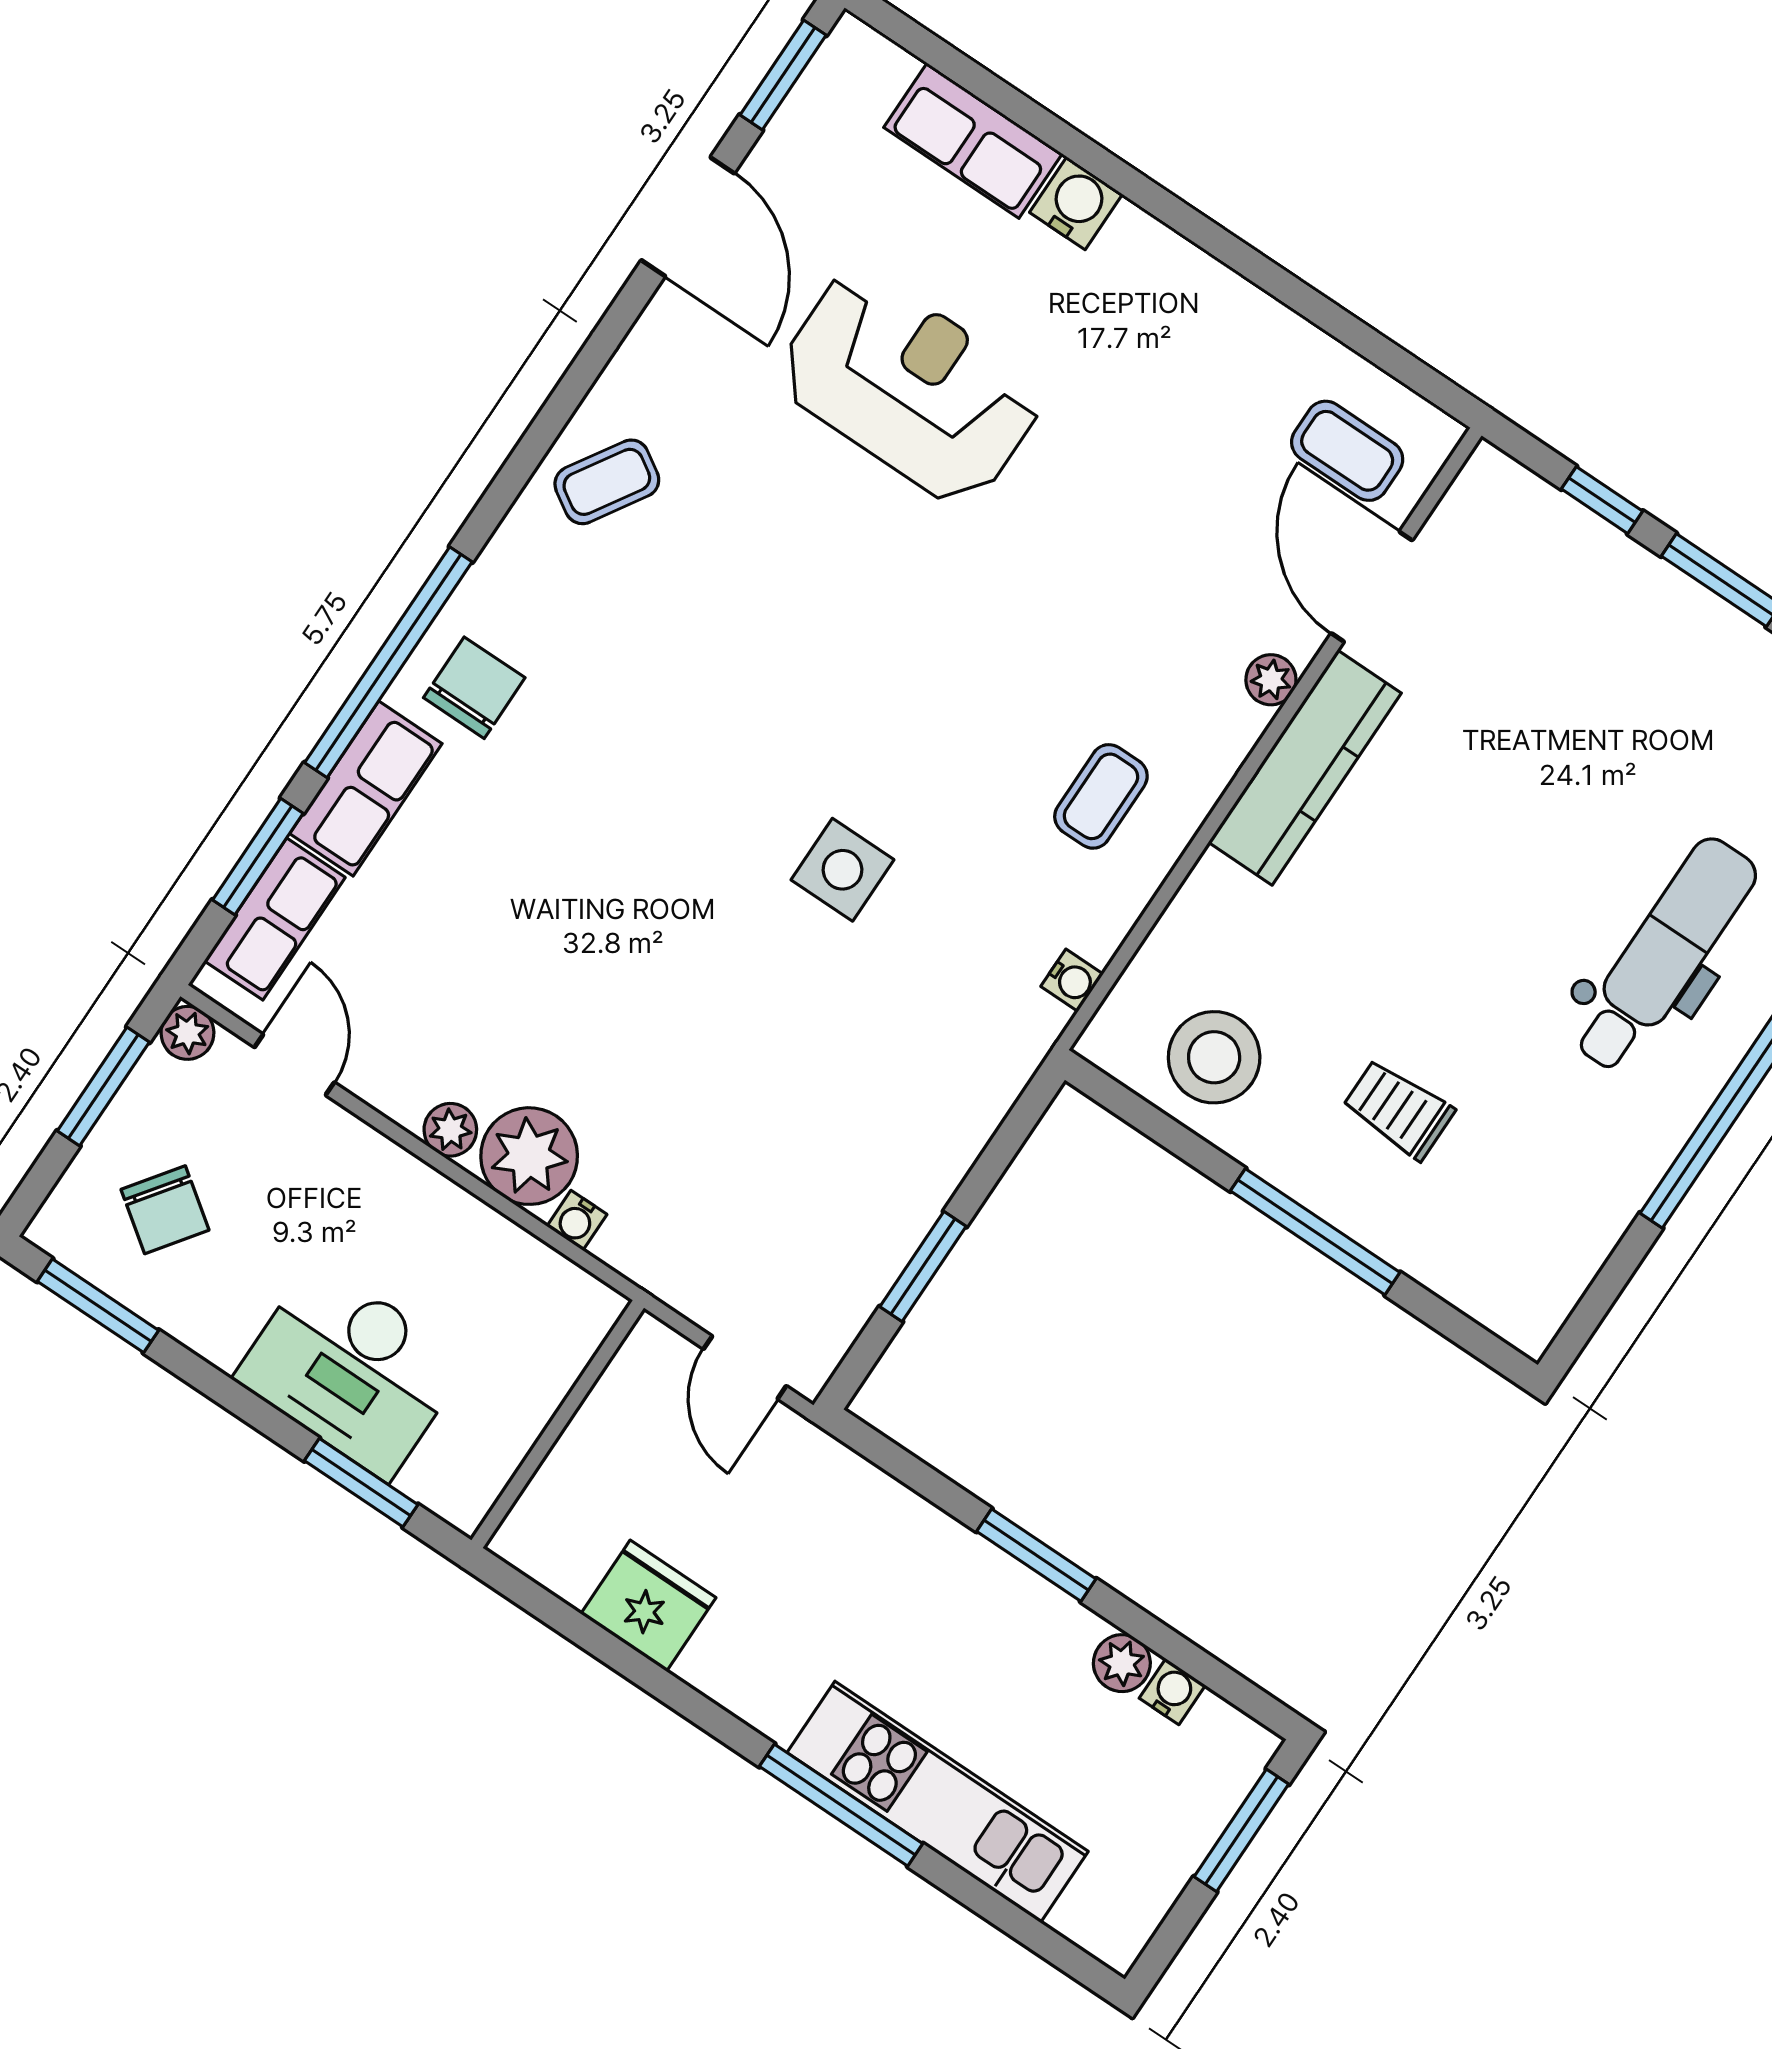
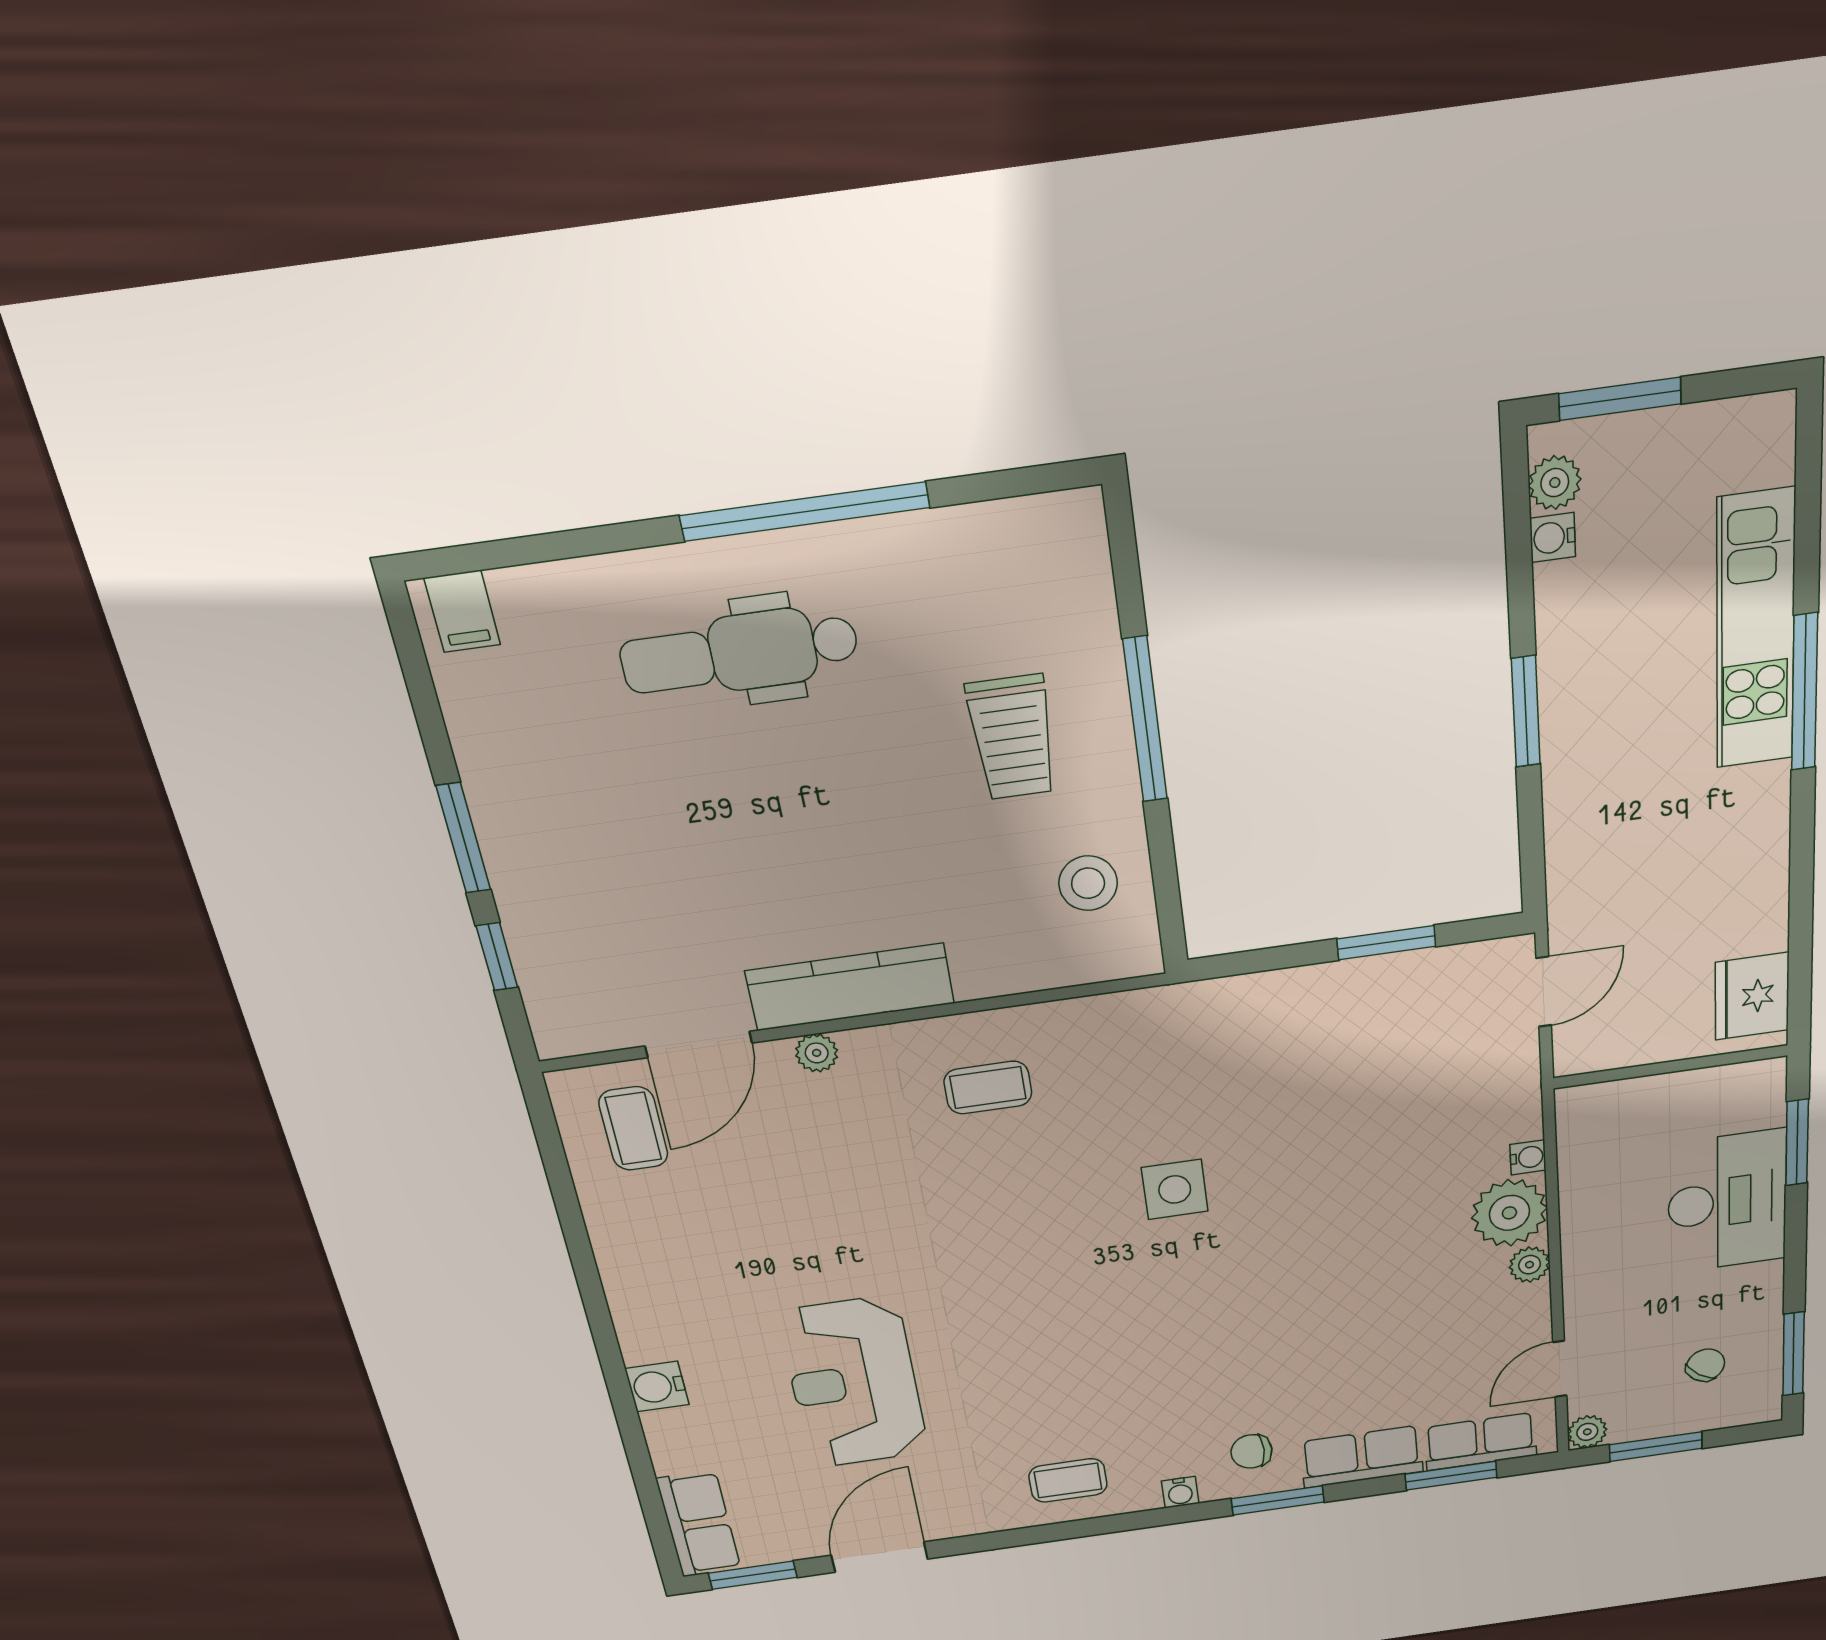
row of seats: (973, 141) -> (699, 1524), moved
coffee table: (607, 482) -> (1068, 1480), turned -32
window: (388, 662) -> (1278, 1500), width x0.47
chair: (474, 688) -> (1251, 1451), width x0.73, depth x0.73
water cooler: (1072, 980) -> (1180, 1492), moved, turned 180
stool: (1214, 1057) -> (1088, 883), width x0.73, depth x0.73
trolley: (1399, 1109) -> (1012, 737), width x1.36, depth x1.39
chair: (165, 1210) -> (1705, 1365), width x0.73, depth x0.73
fridge: (648, 1606) -> (1752, 996), moved
plant: (1122, 1663) -> (1555, 483), moved

